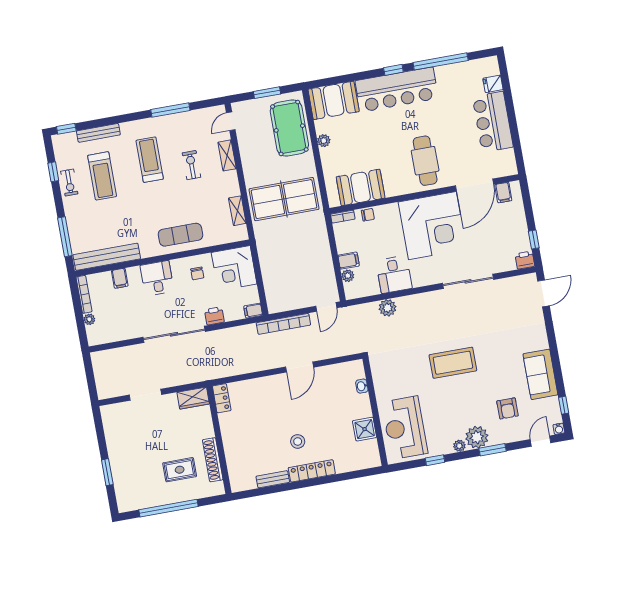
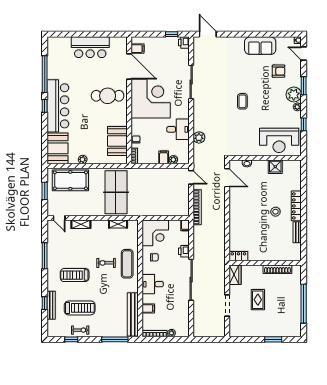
fridge: (493, 84) -> (66, 43), removed
window: (66, 129) -> (45, 303), moved
exercise bike: (191, 165) -> (106, 263), moved
coffee table: (453, 363) -> (242, 101), width x0.54, depth x0.58
door: (300, 367) -> (227, 178), moved
window: (564, 405) -> (283, 34), removed
rug: (180, 470) -> (258, 300), moved

